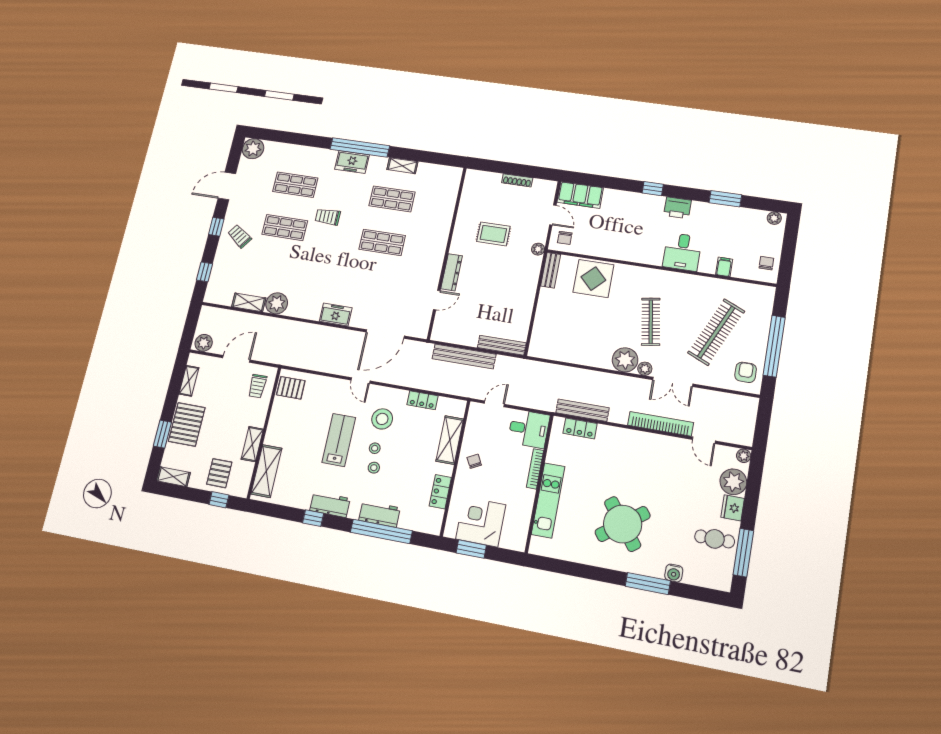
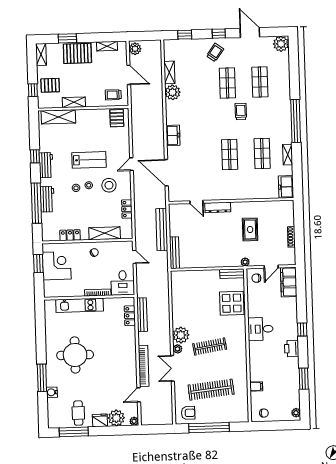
freezer: (352, 162) -> (286, 187), moved
desk: (682, 252) -> (260, 329), moved
clothes rail: (716, 332) -> (211, 390), turned -30
round table: (623, 524) -> (75, 355), turned 37

